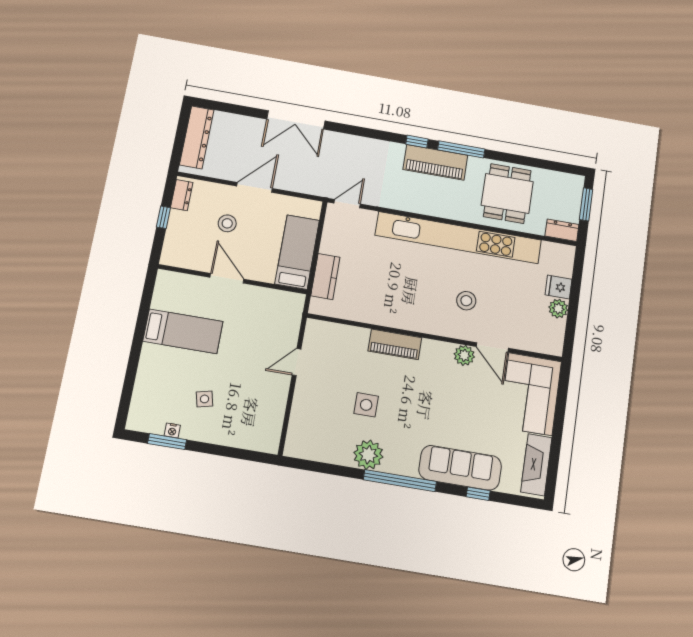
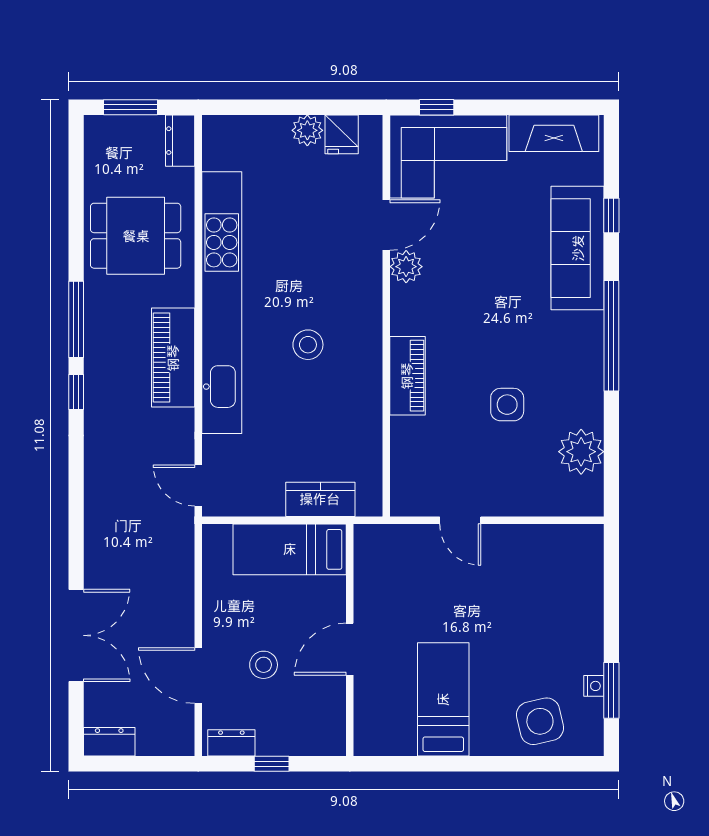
double door: (296, 120) -> (76, 635), moved
dresser: (197, 137) -> (109, 742), width x0.51, depth x0.80
piano: (435, 162) -> (173, 358), moved, turned 180
door: (254, 187) -> (198, 676), moved
fridge: (558, 287) -> (342, 134), moved
stool: (466, 301) -> (308, 345), moved
window: (562, 392) -> (437, 107), added
side table: (205, 399) -> (540, 721), moved, width x1.87, depth x1.87
plant: (368, 455) -> (581, 452), moved

